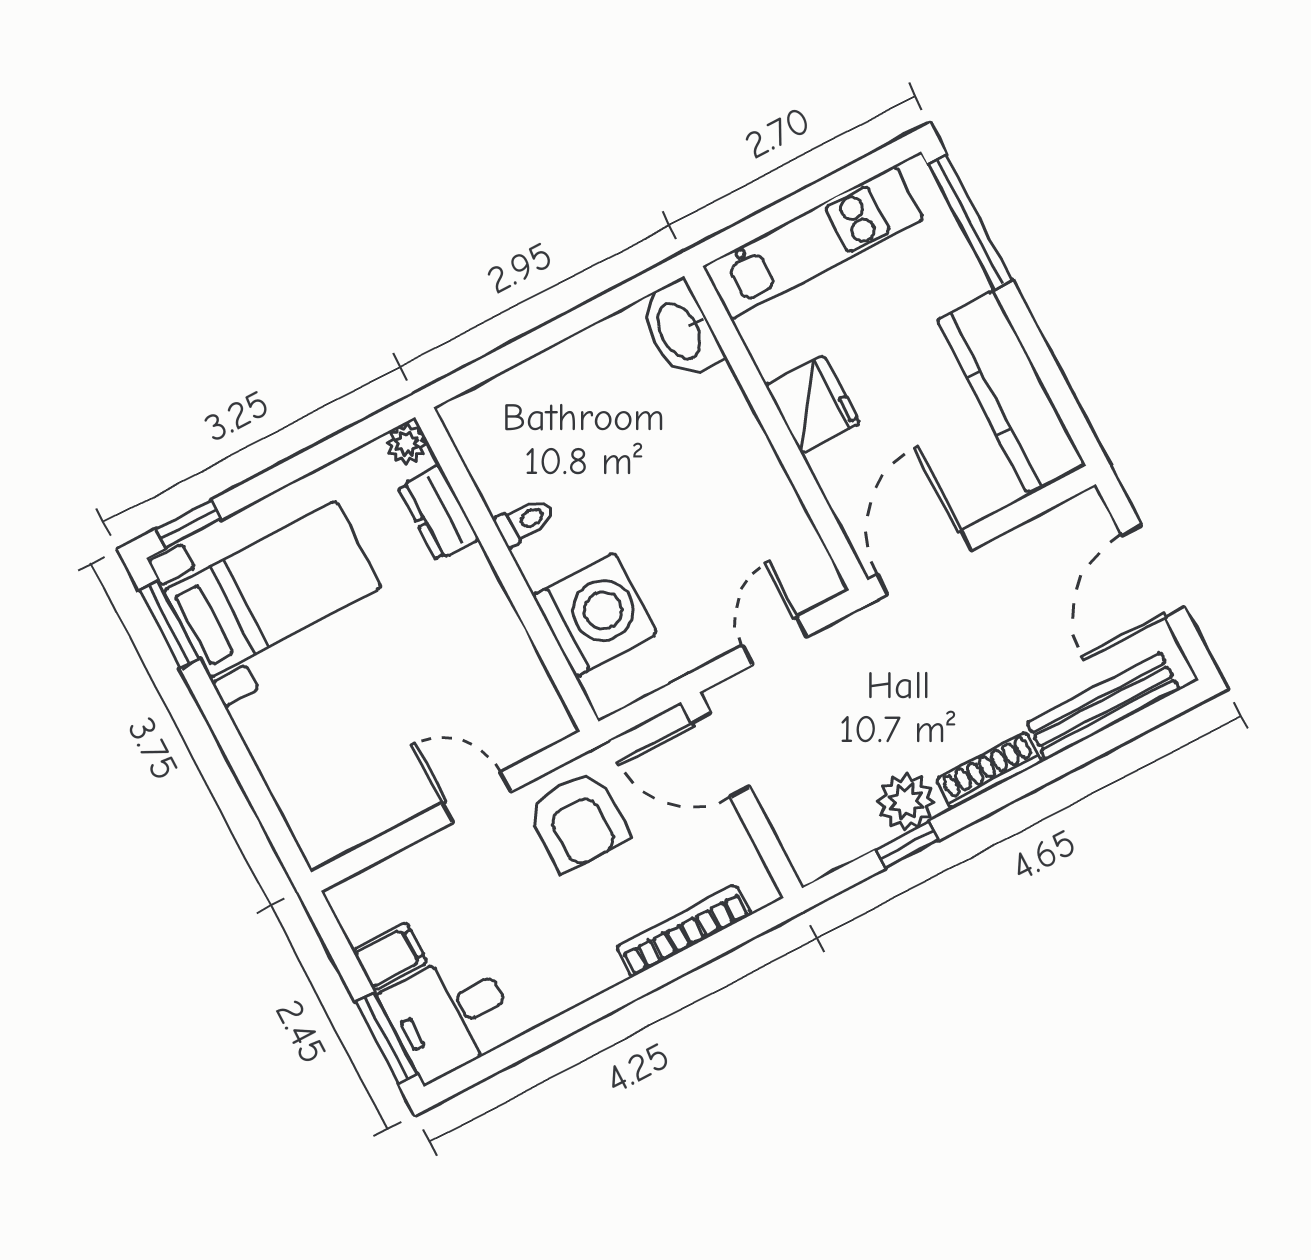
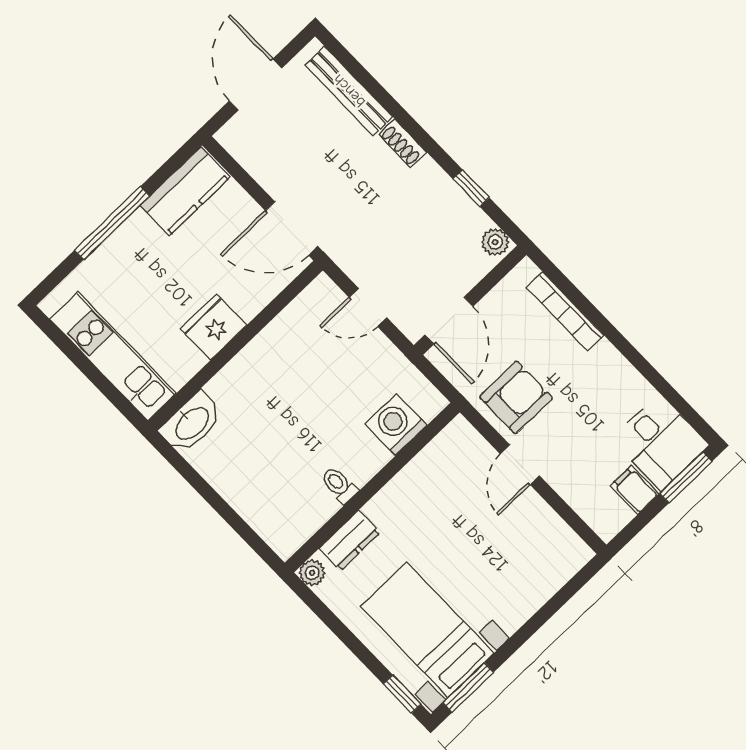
window: (970, 222) -> (112, 223), moved
kitchen counter: (1011, 392) -> (185, 191), width x0.67
door: (1153, 571) -> (256, 84), swing flipped
washing machine: (595, 615) -> (396, 425), width x0.73, depth x0.73
shoe rack: (989, 771) -> (403, 143), width x0.70
plant: (906, 802) -> (495, 242), moved, width x0.73, depth x0.73

